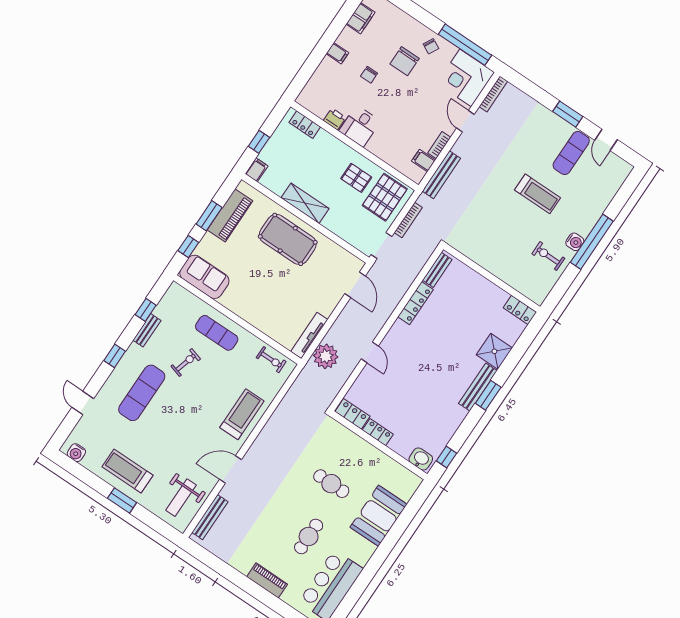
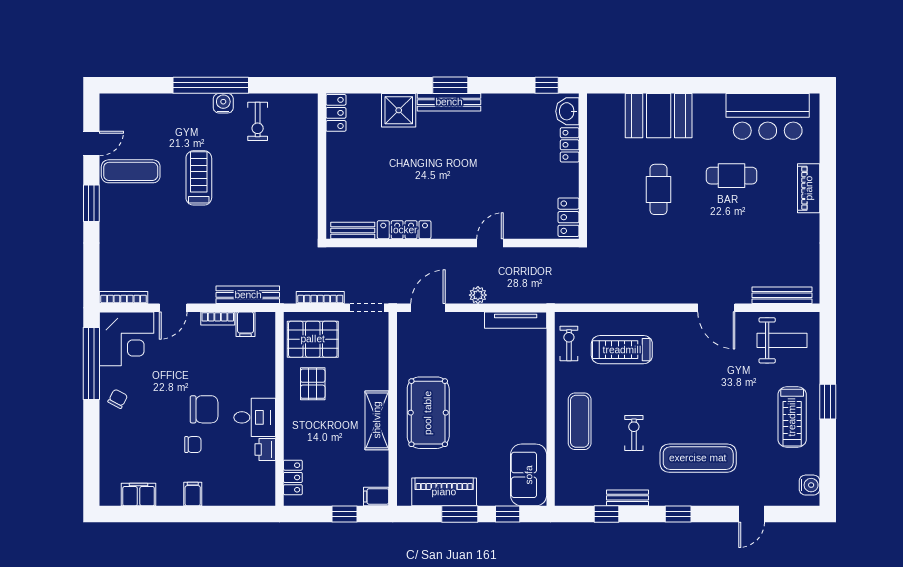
chair: (405, 61) -> (204, 409), moved
plant: (326, 356) -> (478, 295), moved, width x0.53, depth x0.53
exercise bike: (186, 363) -> (634, 433), turned 74
treadmill: (242, 414) -> (622, 350), moved
locker: (378, 432) -> (570, 145), moved

